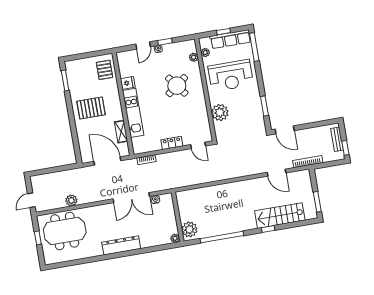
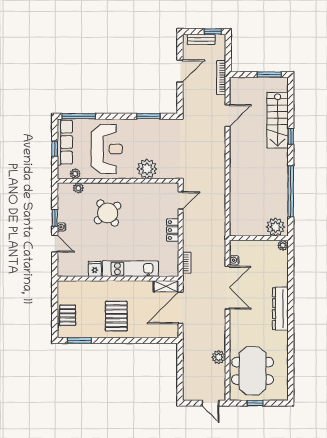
pallet: (104, 70) -> (68, 315), moved, turned 90
door: (285, 130) -> (180, 71), moved
shelving: (121, 132) -> (166, 286), moved

